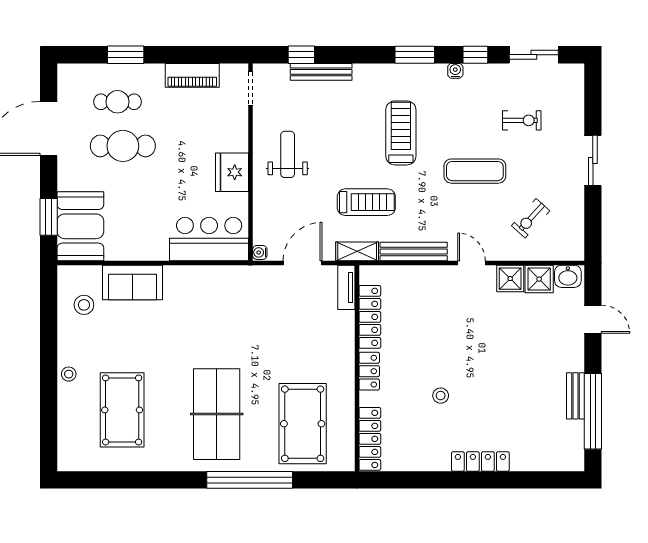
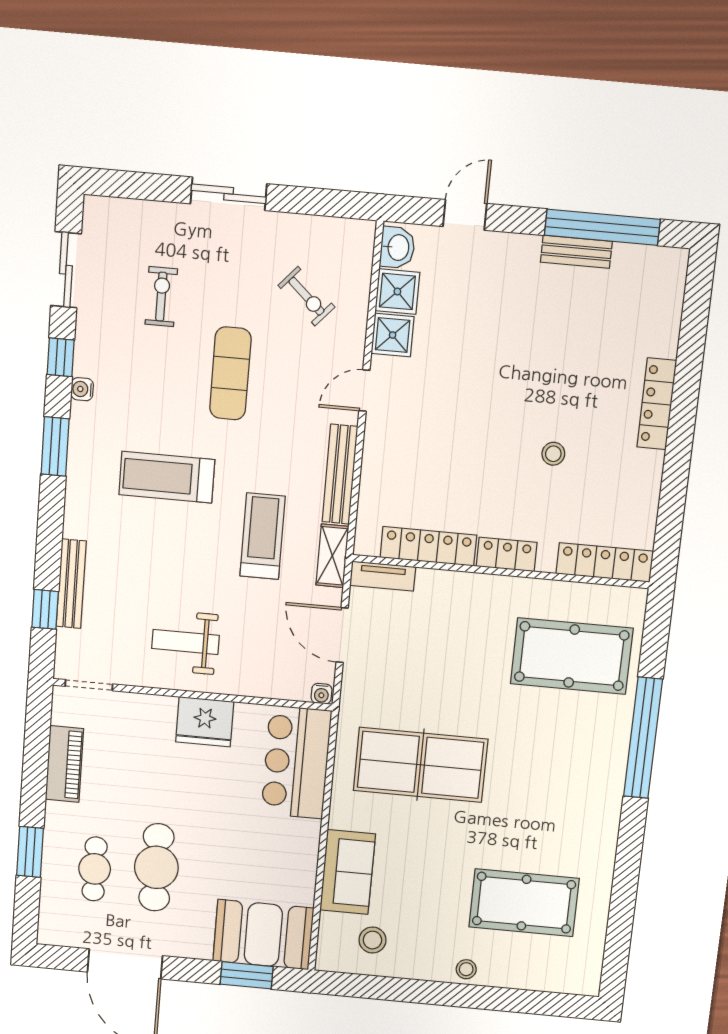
table tennis table: (217, 414) -> (420, 765), moved

